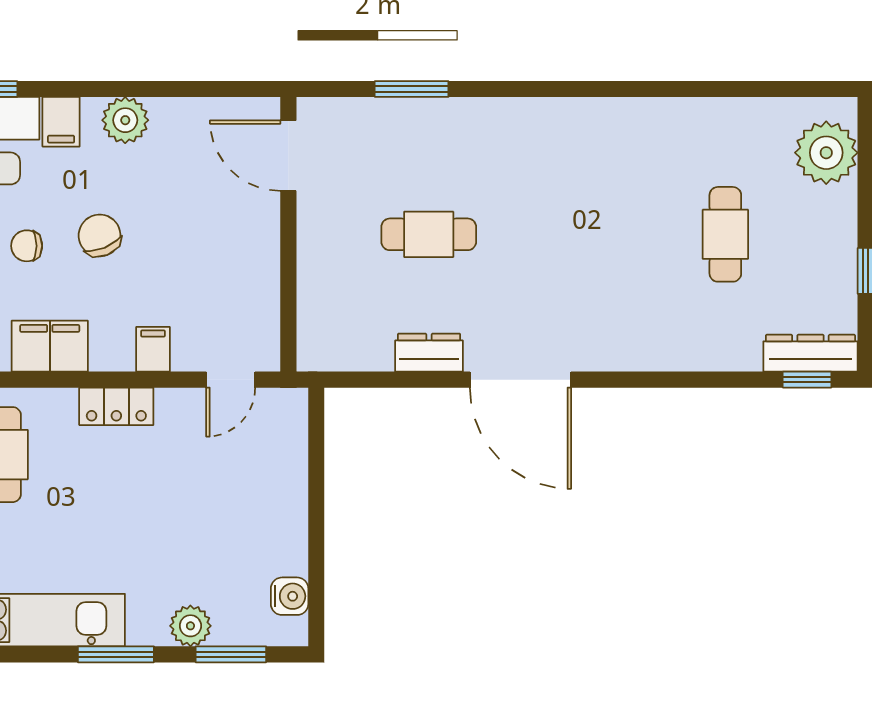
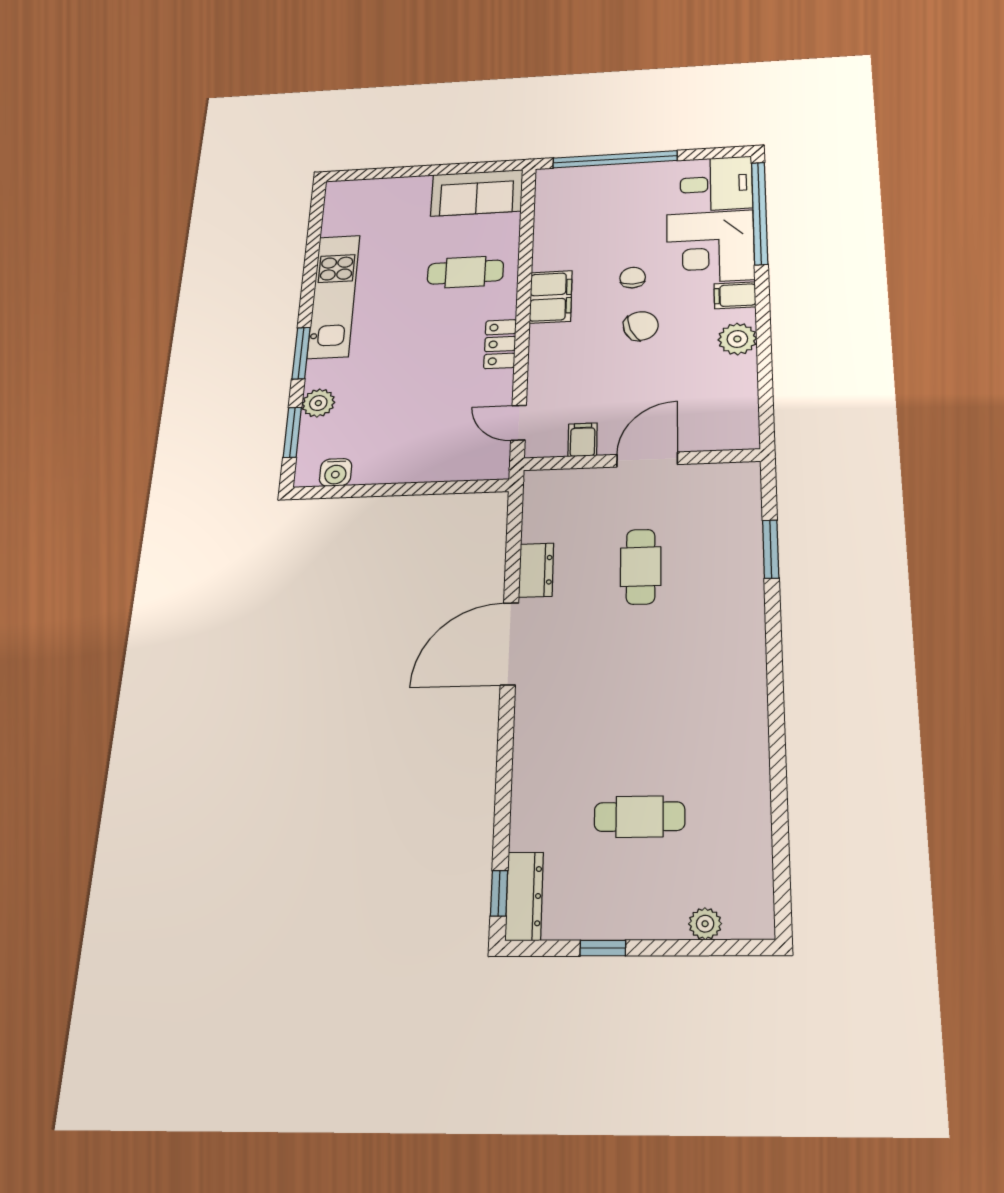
plant: (826, 153) -> (705, 924), width x0.53, depth x0.53
door: (288, 156) -> (647, 459), moved
filing cabinet: (153, 349) -> (583, 440), moved, turned -90

